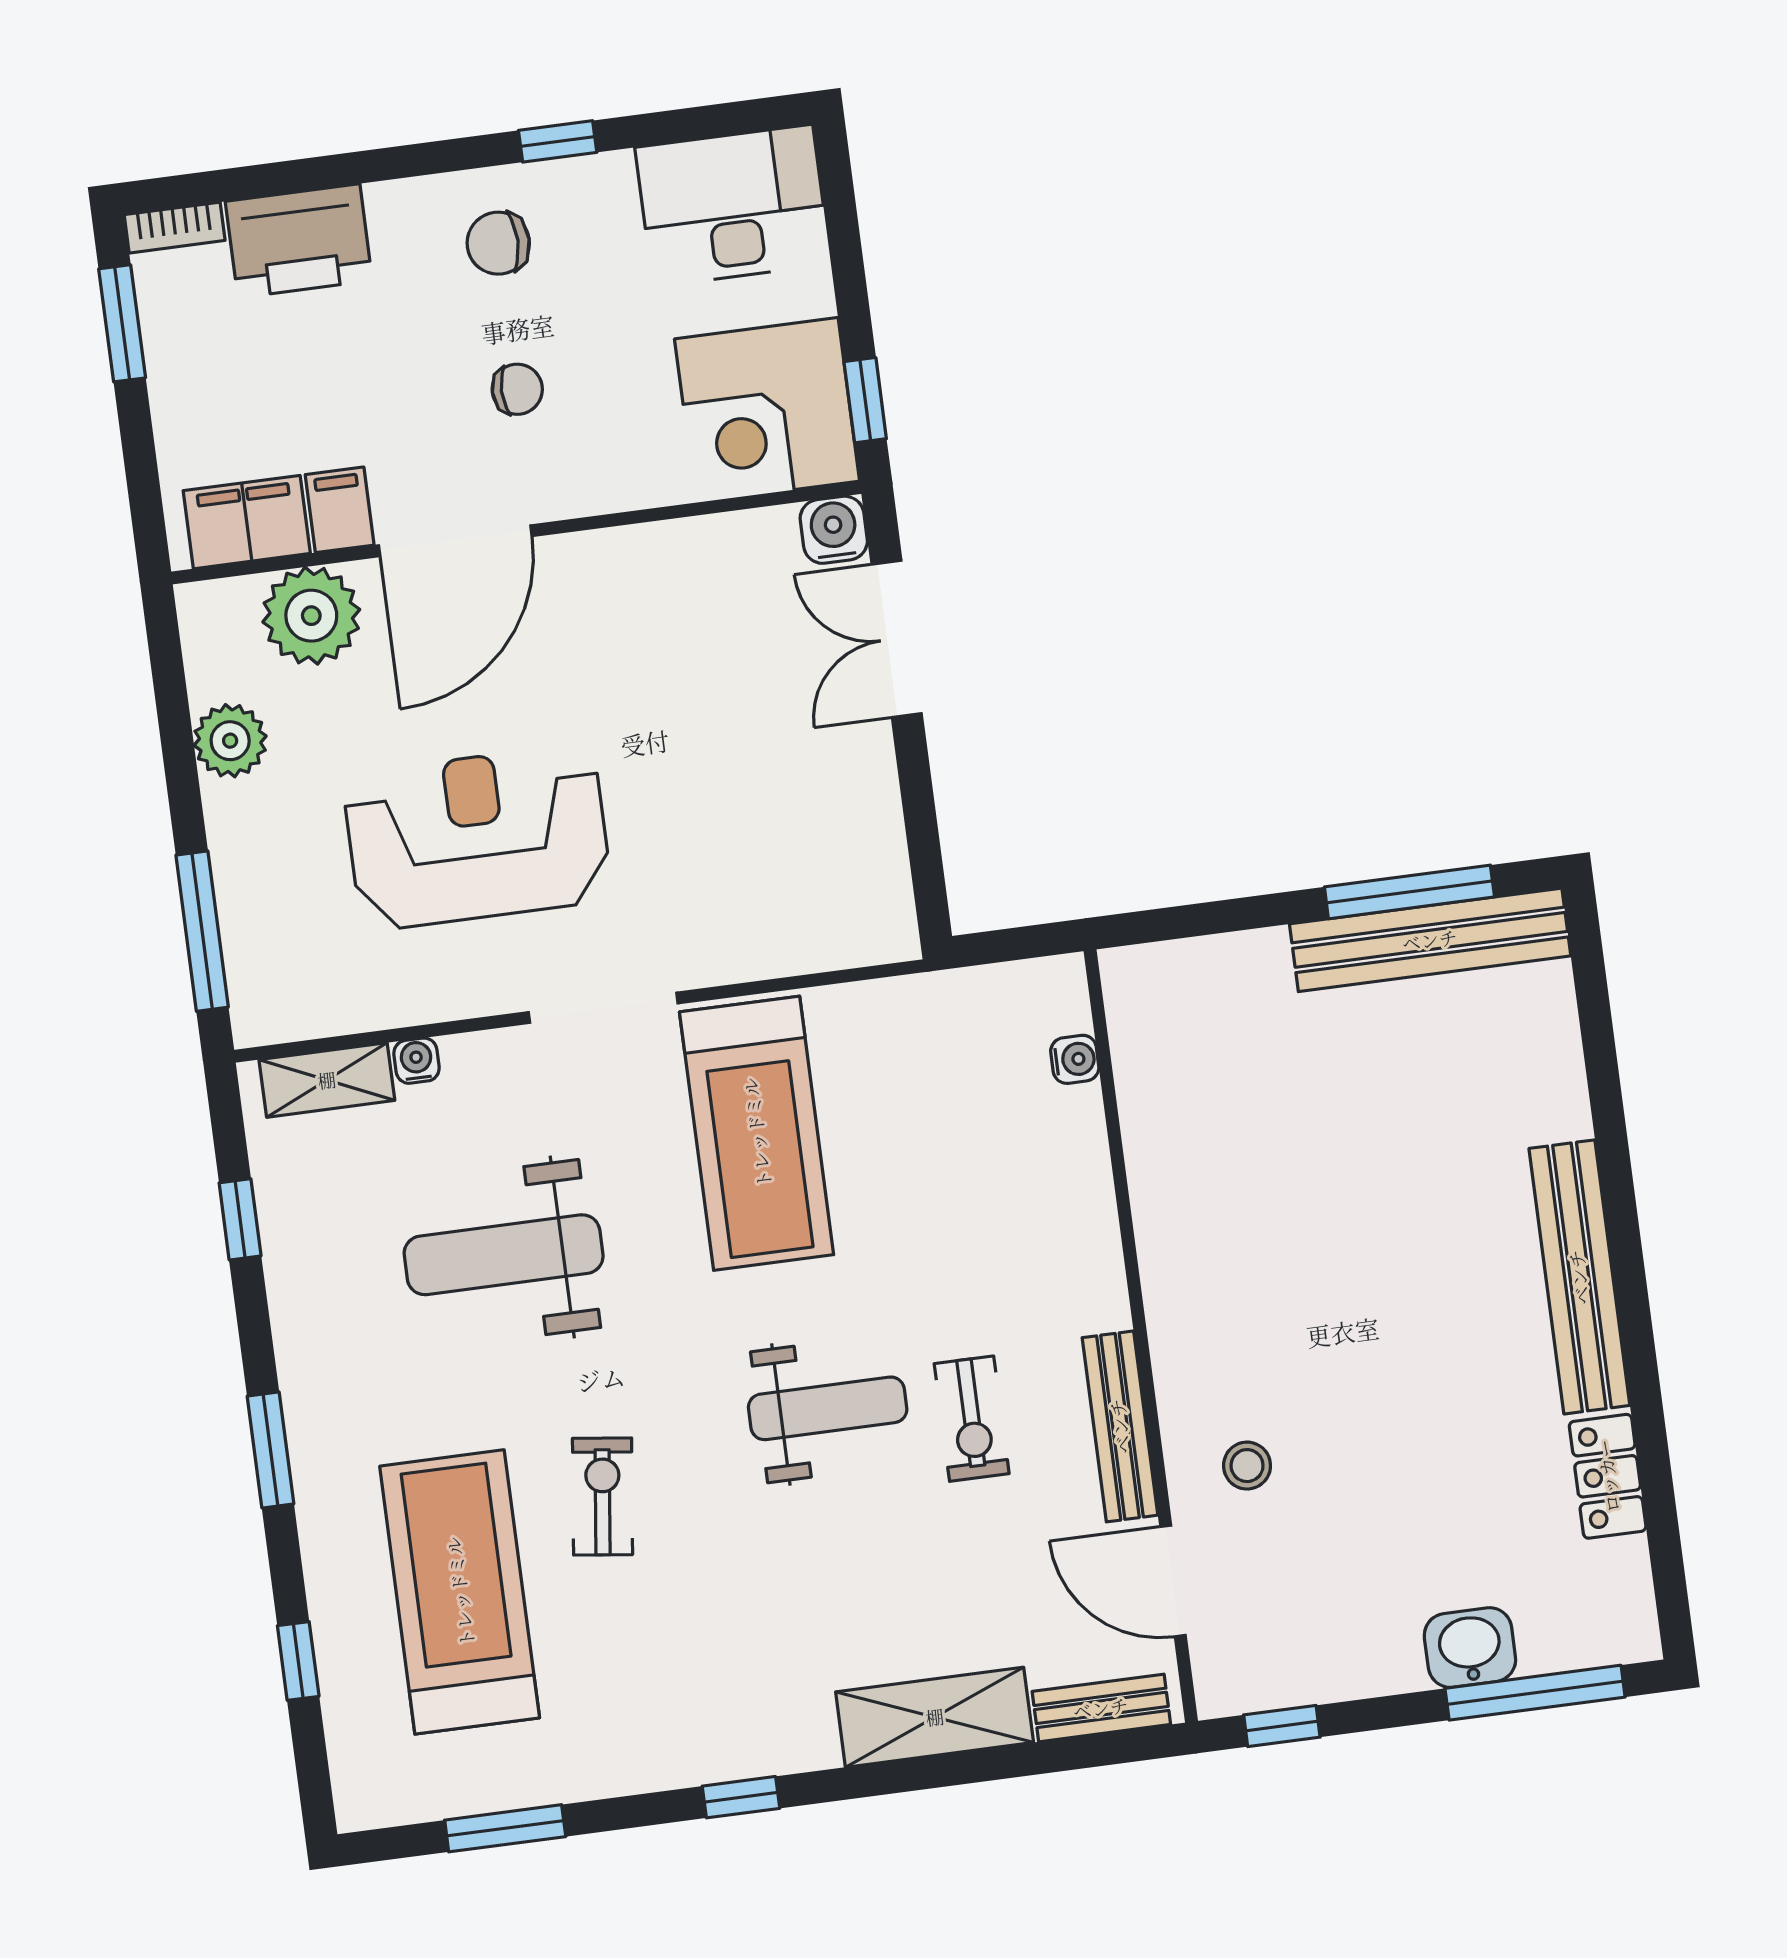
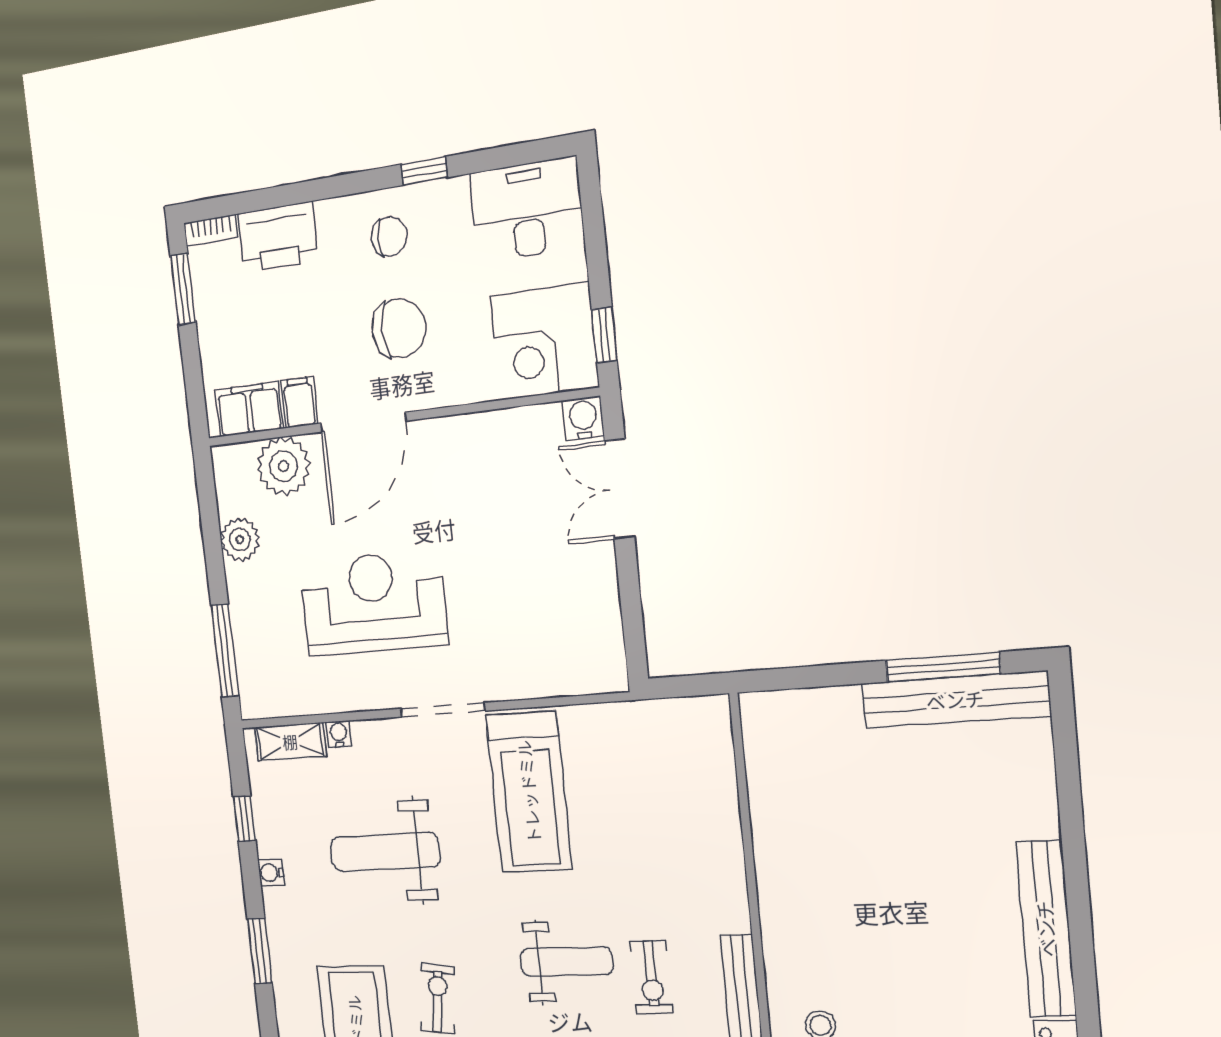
chair: (498, 243) -> (389, 237), turned 180
chair: (517, 389) -> (399, 328), width x1.87, depth x1.87
water cooler: (1075, 1059) -> (271, 873), moved, turned 180

